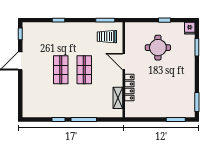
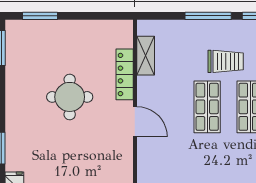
trolley: (107, 37) -> (226, 61), moved
round table: (158, 48) -> (70, 97), moved

